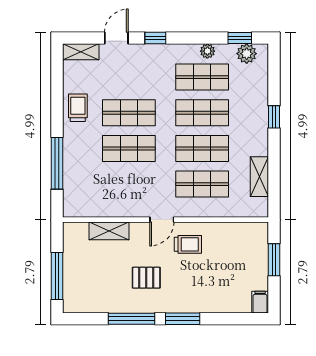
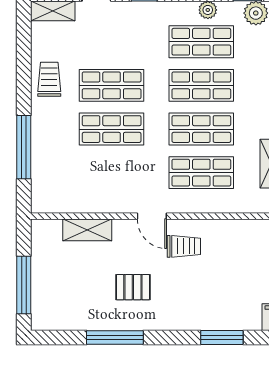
door: (162, 220) -> (152, 216), hinge flipped
window: (183, 319) -> (222, 337), moved

